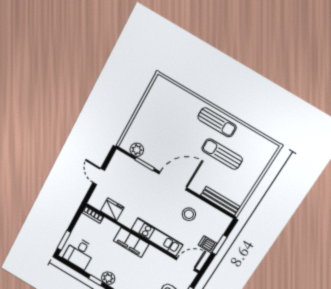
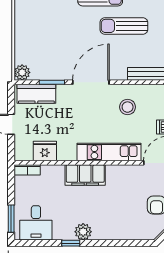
plant: (137, 150) -> (22, 72), moved
kitchen counter: (129, 166) -> (36, 94), added

